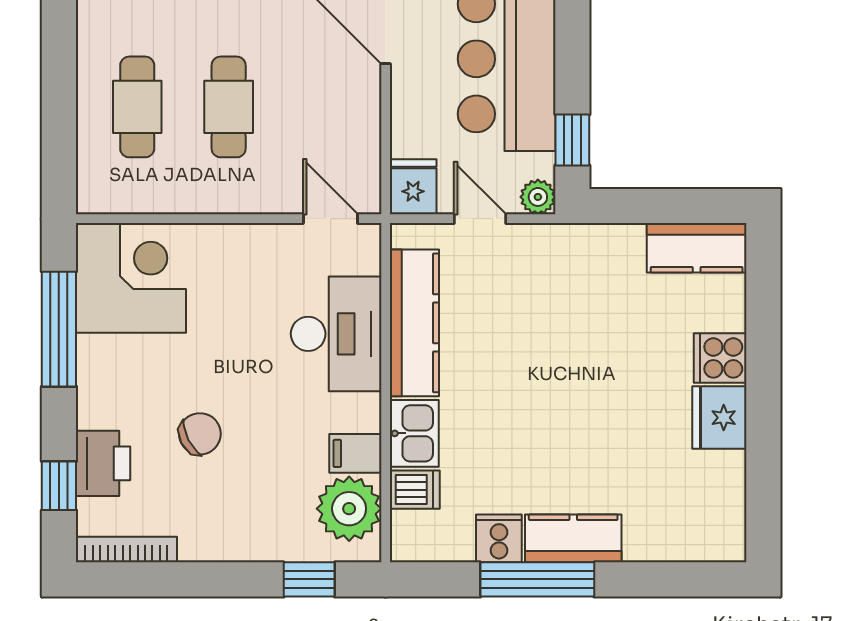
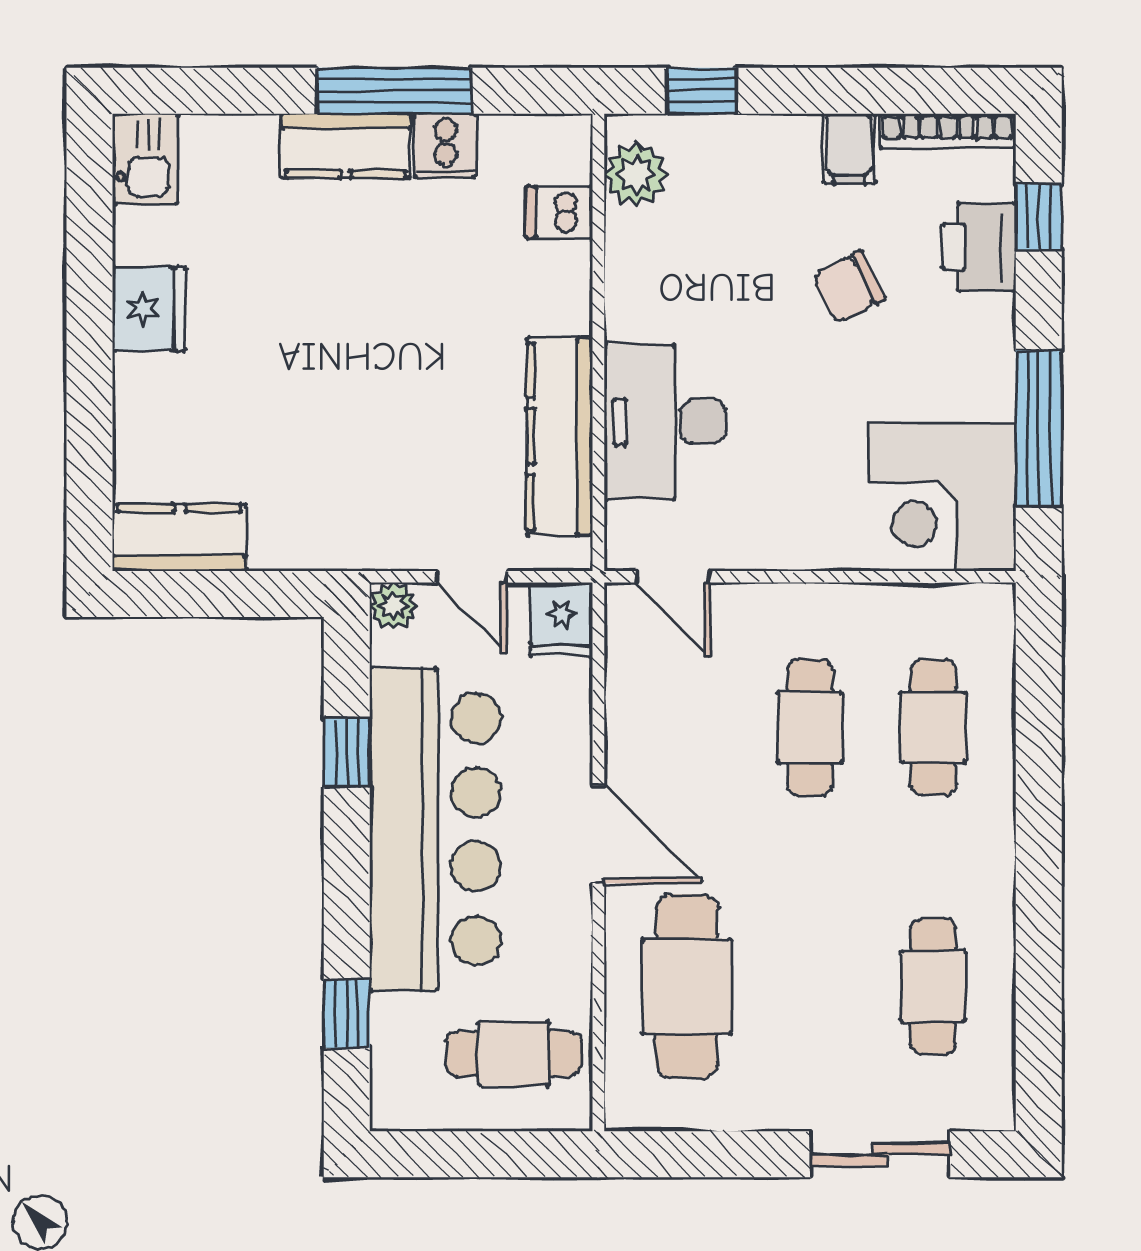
window: (572, 140) -> (347, 753), moved
cooker: (720, 358) -> (148, 389), removed
kitchen sink: (414, 433) -> (145, 159), moved, turned 180
filing cabinet: (355, 453) -> (849, 149), moved, turned 90
plant: (349, 509) -> (636, 174), width x0.73, depth x0.73

